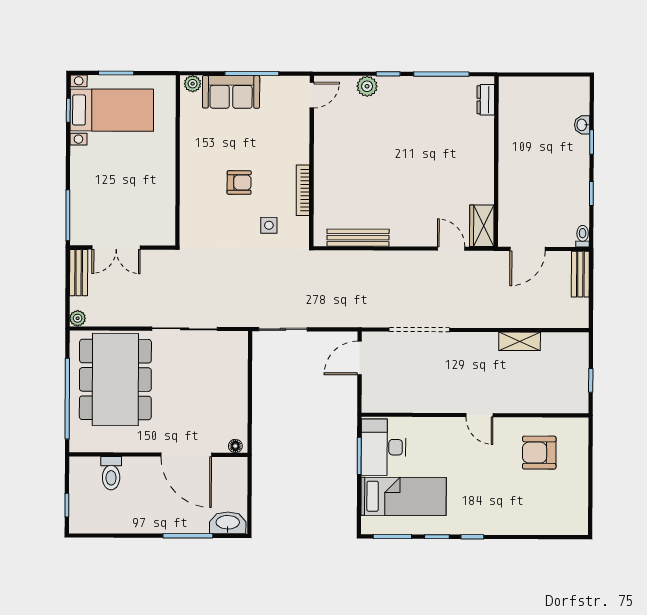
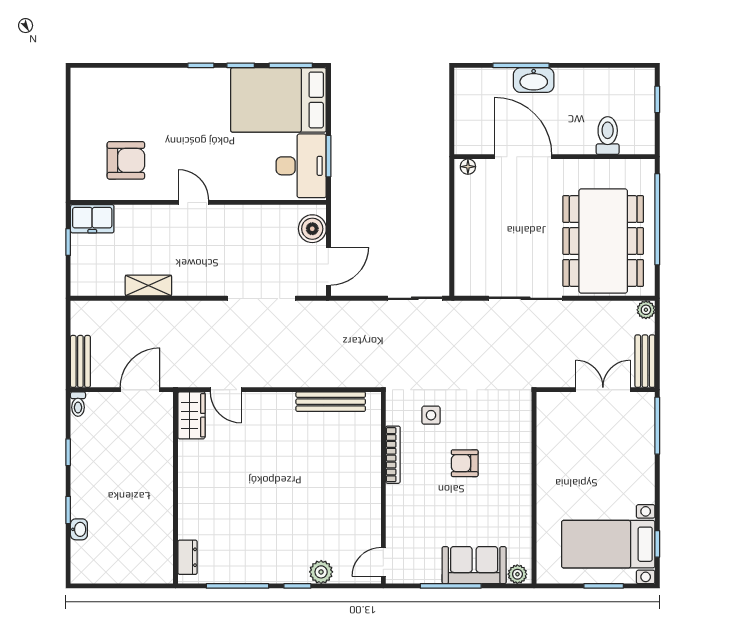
boiler: (374, 391) -> (312, 229), added
freezer: (569, 401) -> (92, 219), added
bed: (404, 496) -> (278, 100), width x1.50
washbasin: (228, 523) -> (534, 80), moved

